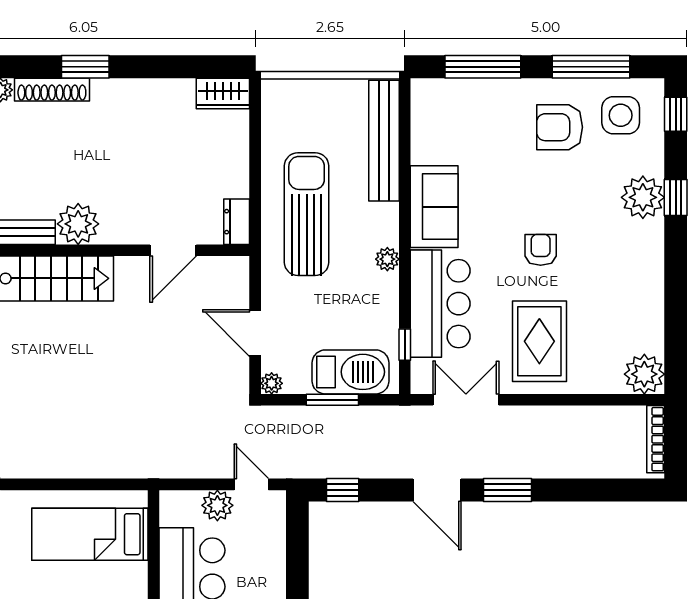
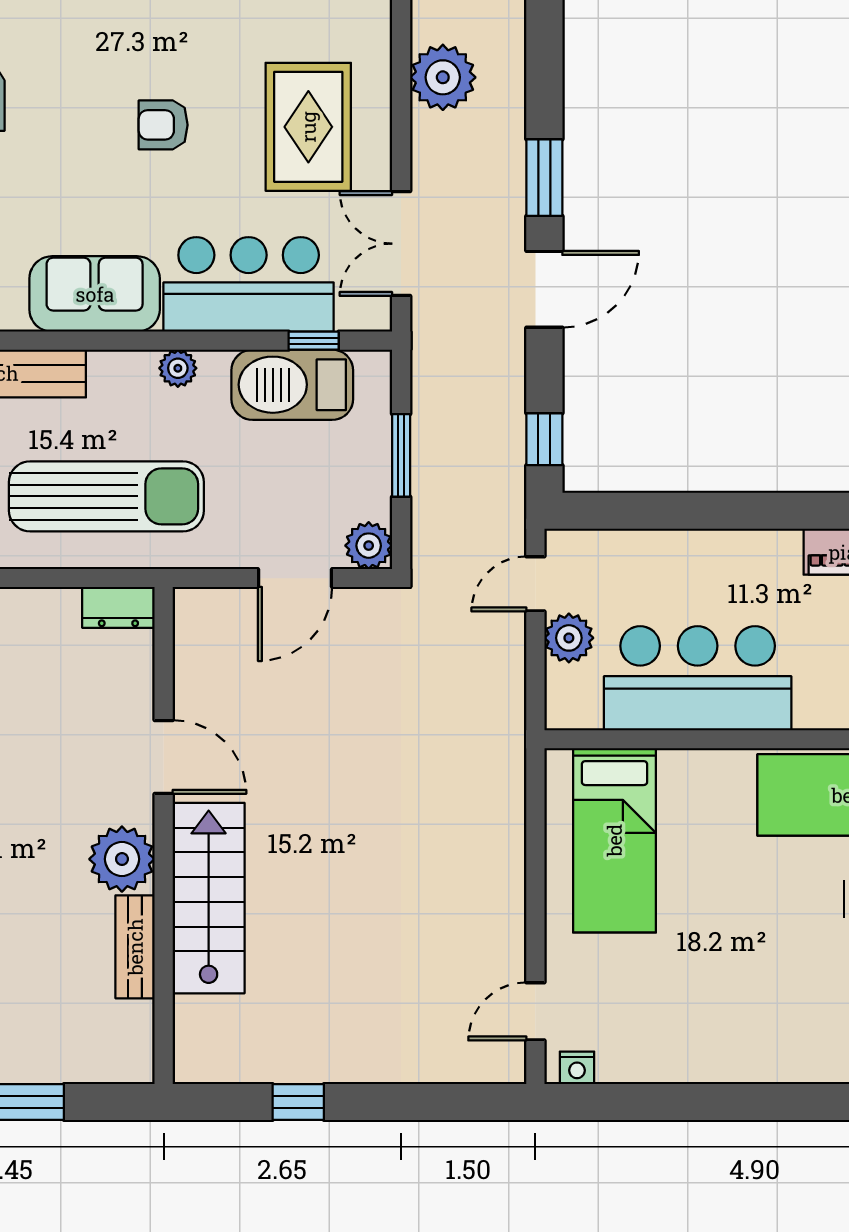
sun lounger: (307, 214) -> (106, 496), turned 180
door: (173, 250) -> (164, 757), moved
rug: (539, 341) -> (308, 127), turned 90
barbecue: (351, 372) -> (292, 385), moved, turned -90
plant: (272, 383) -> (369, 546), width x1.38, depth x1.38
plant: (571, 426) -> (443, 77), added

